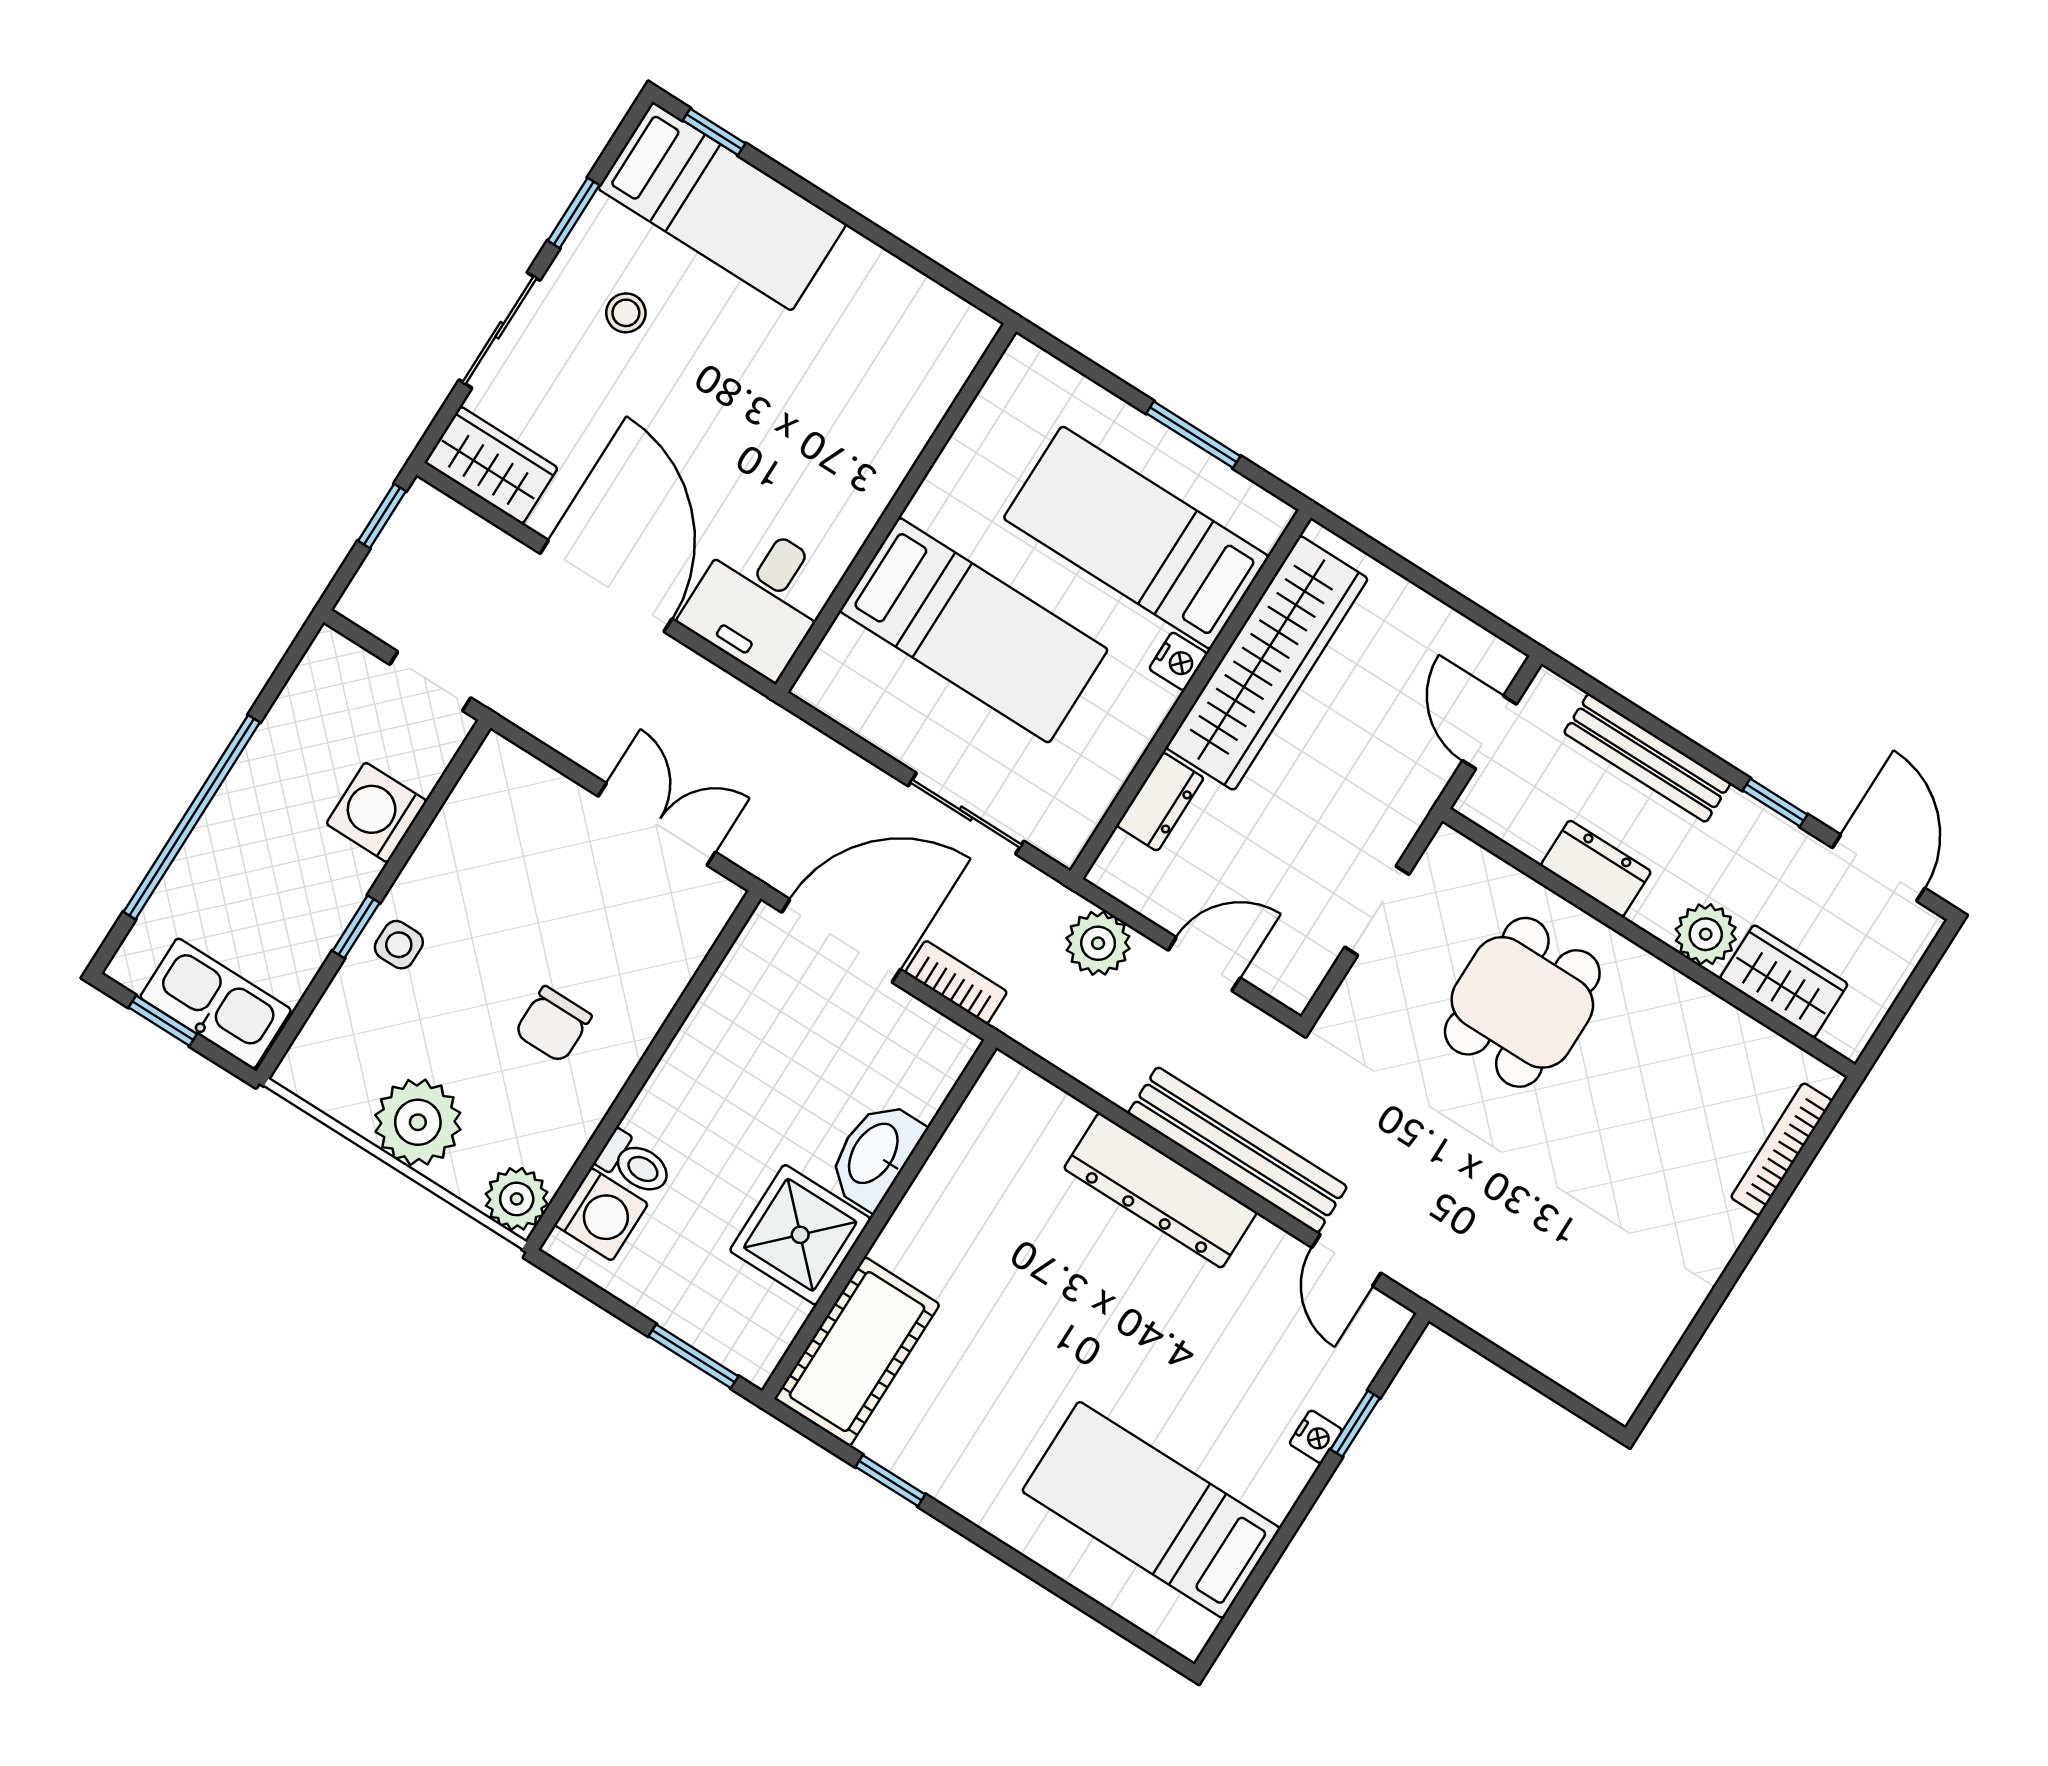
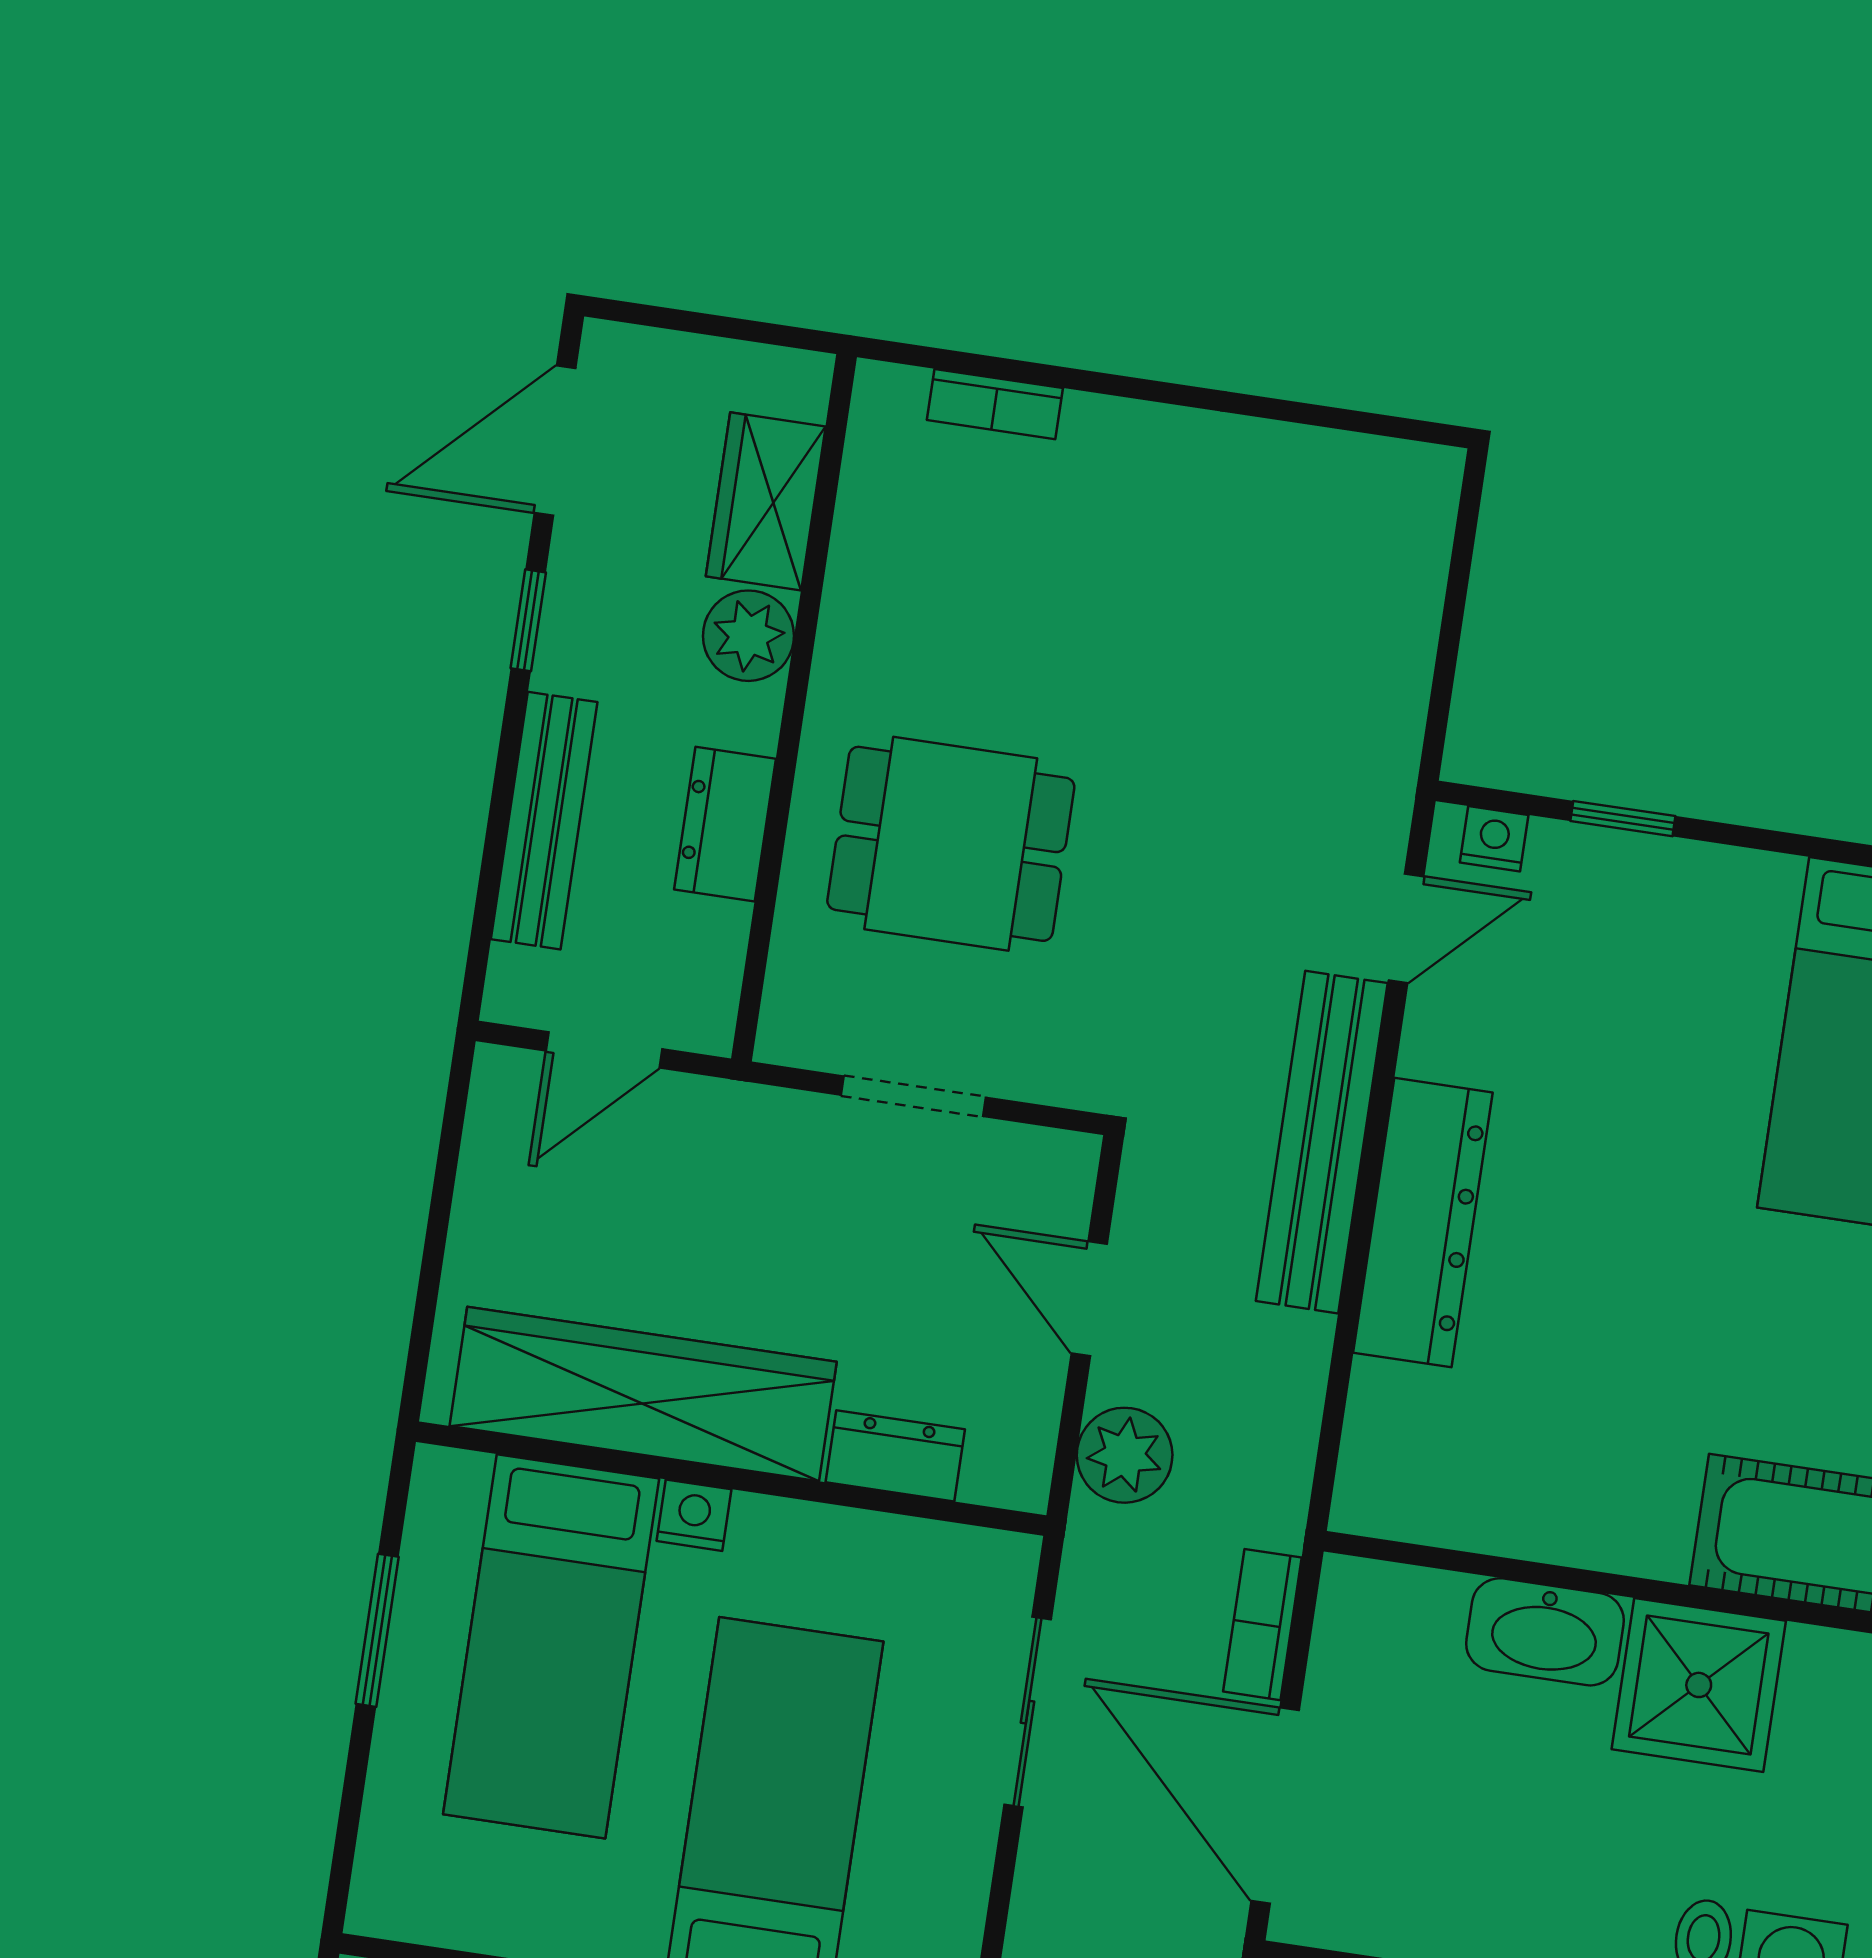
bookcase: (1782, 1149) -> (995, 404), width x0.64
nightstand: (1316, 1437) -> (1494, 839), moved

